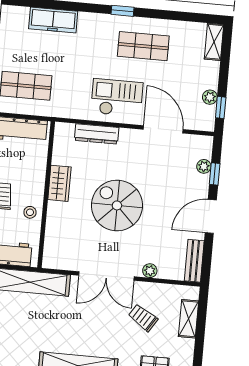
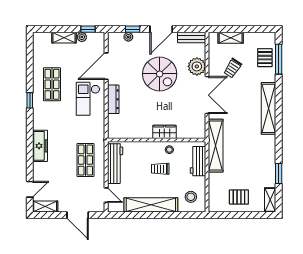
shelving: (214, 42) -> (64, 38), moved
dresser: (97, 134) -> (113, 99), moved
wardrobe: (59, 183) -> (164, 132), moved
spiral stairs: (117, 205) -> (160, 74), moved, turned -90
door: (211, 216) -> (161, 29), hinge flipped
plant: (150, 271) -> (197, 66), width x1.87, depth x1.87

